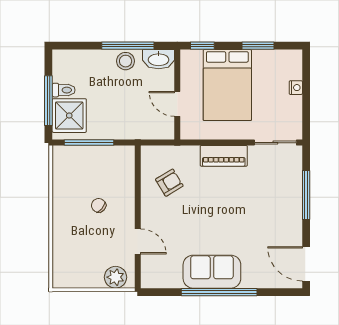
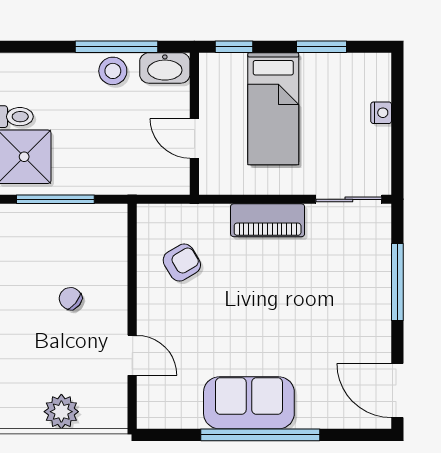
bed: (227, 85) -> (273, 109), width x0.67
plant: (116, 277) -> (61, 412), moved

